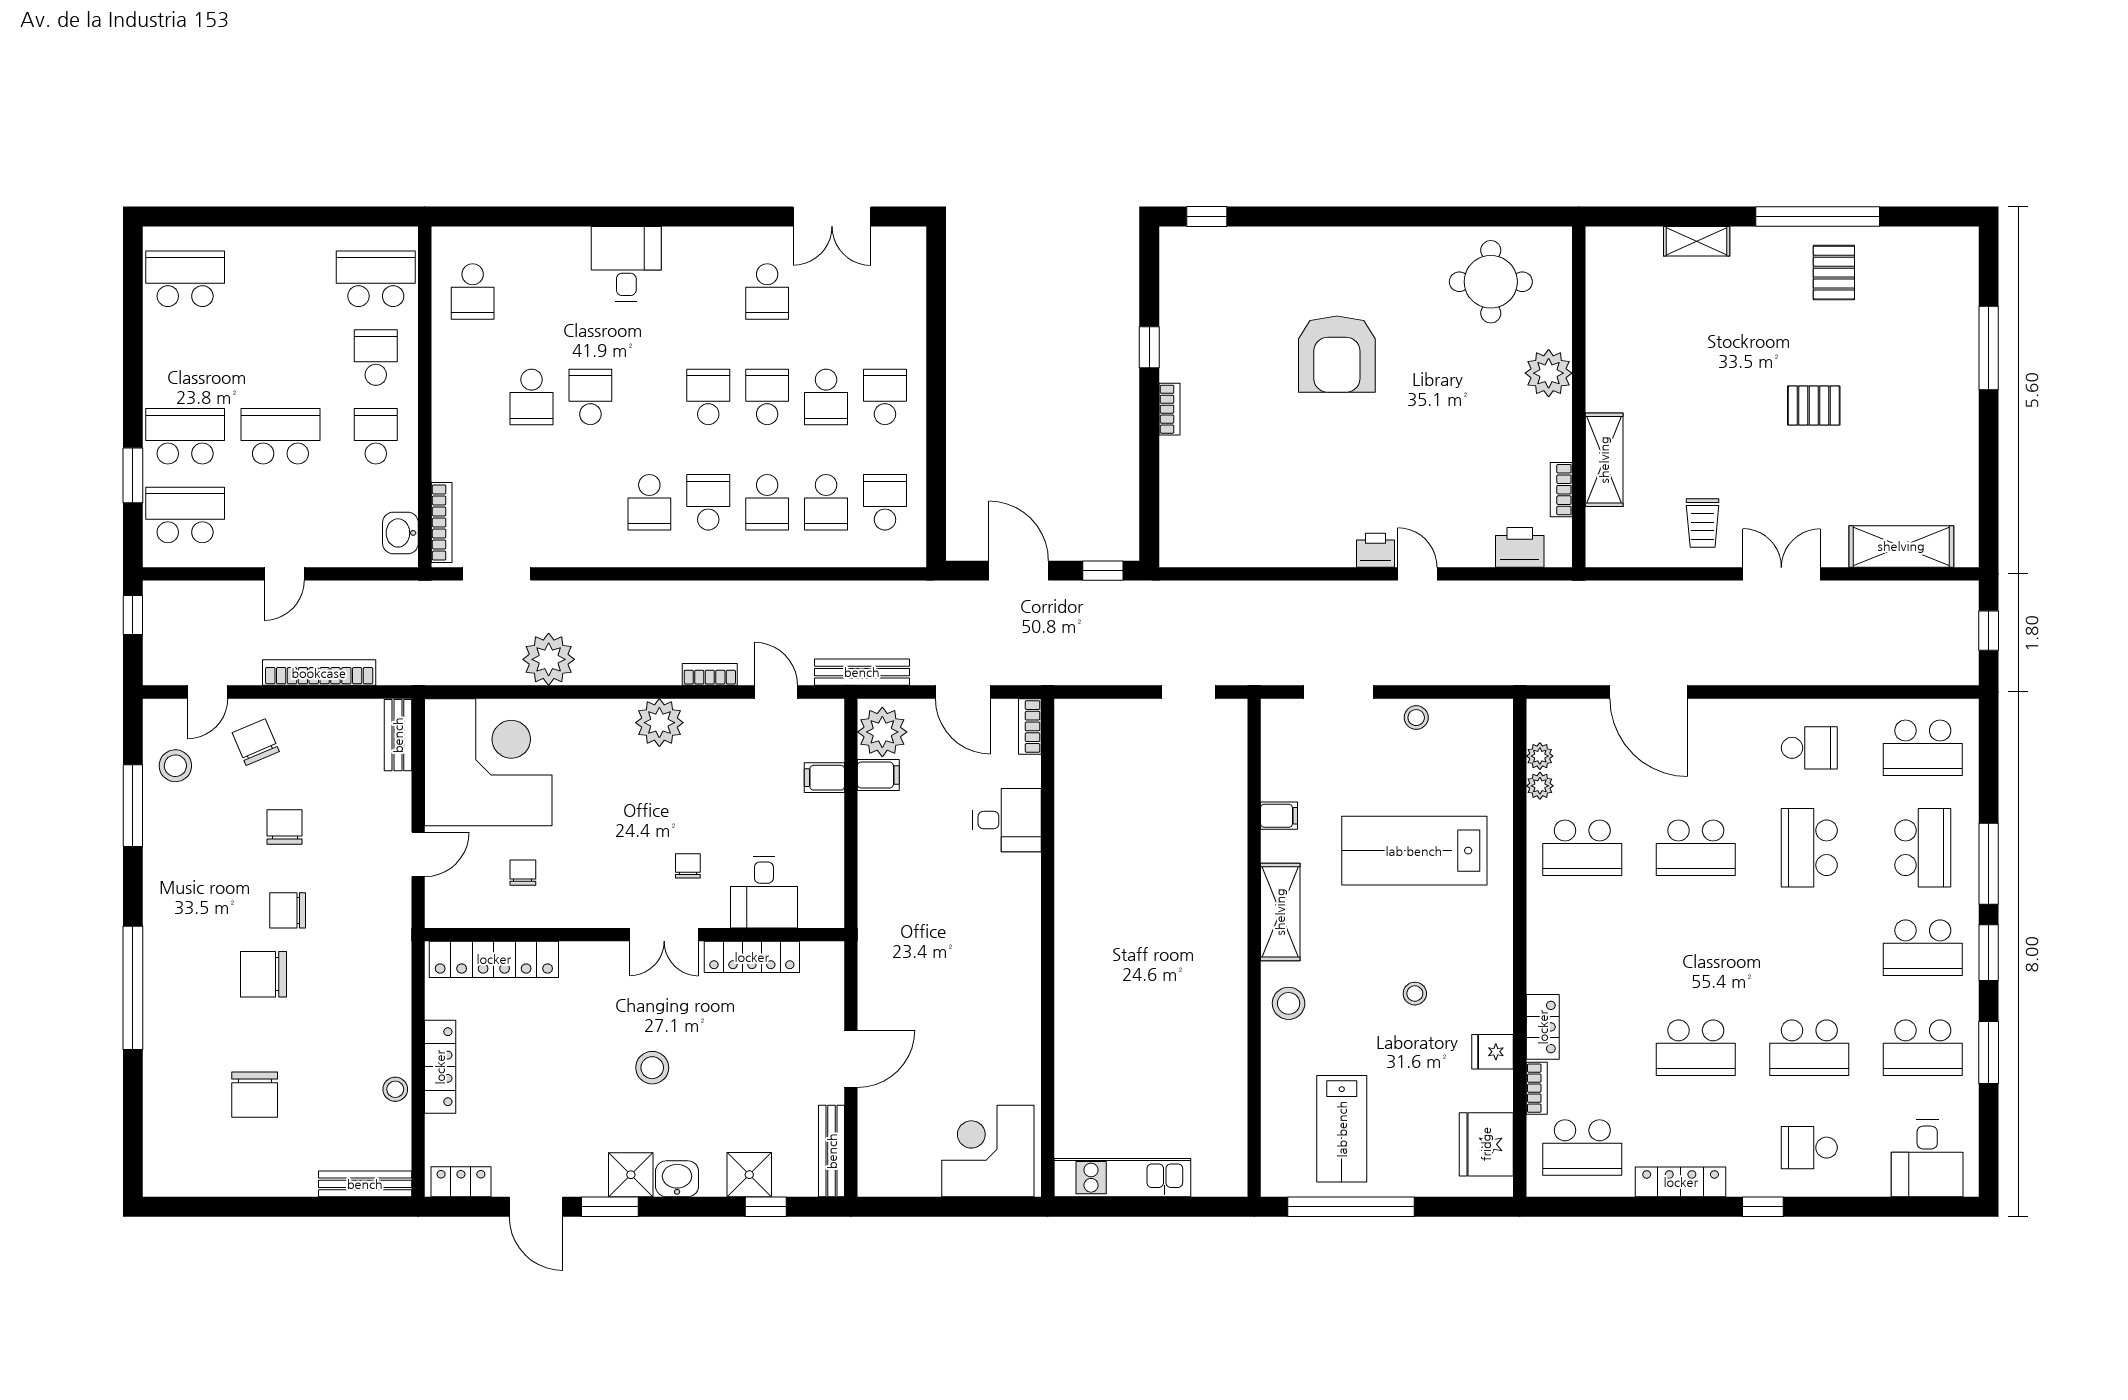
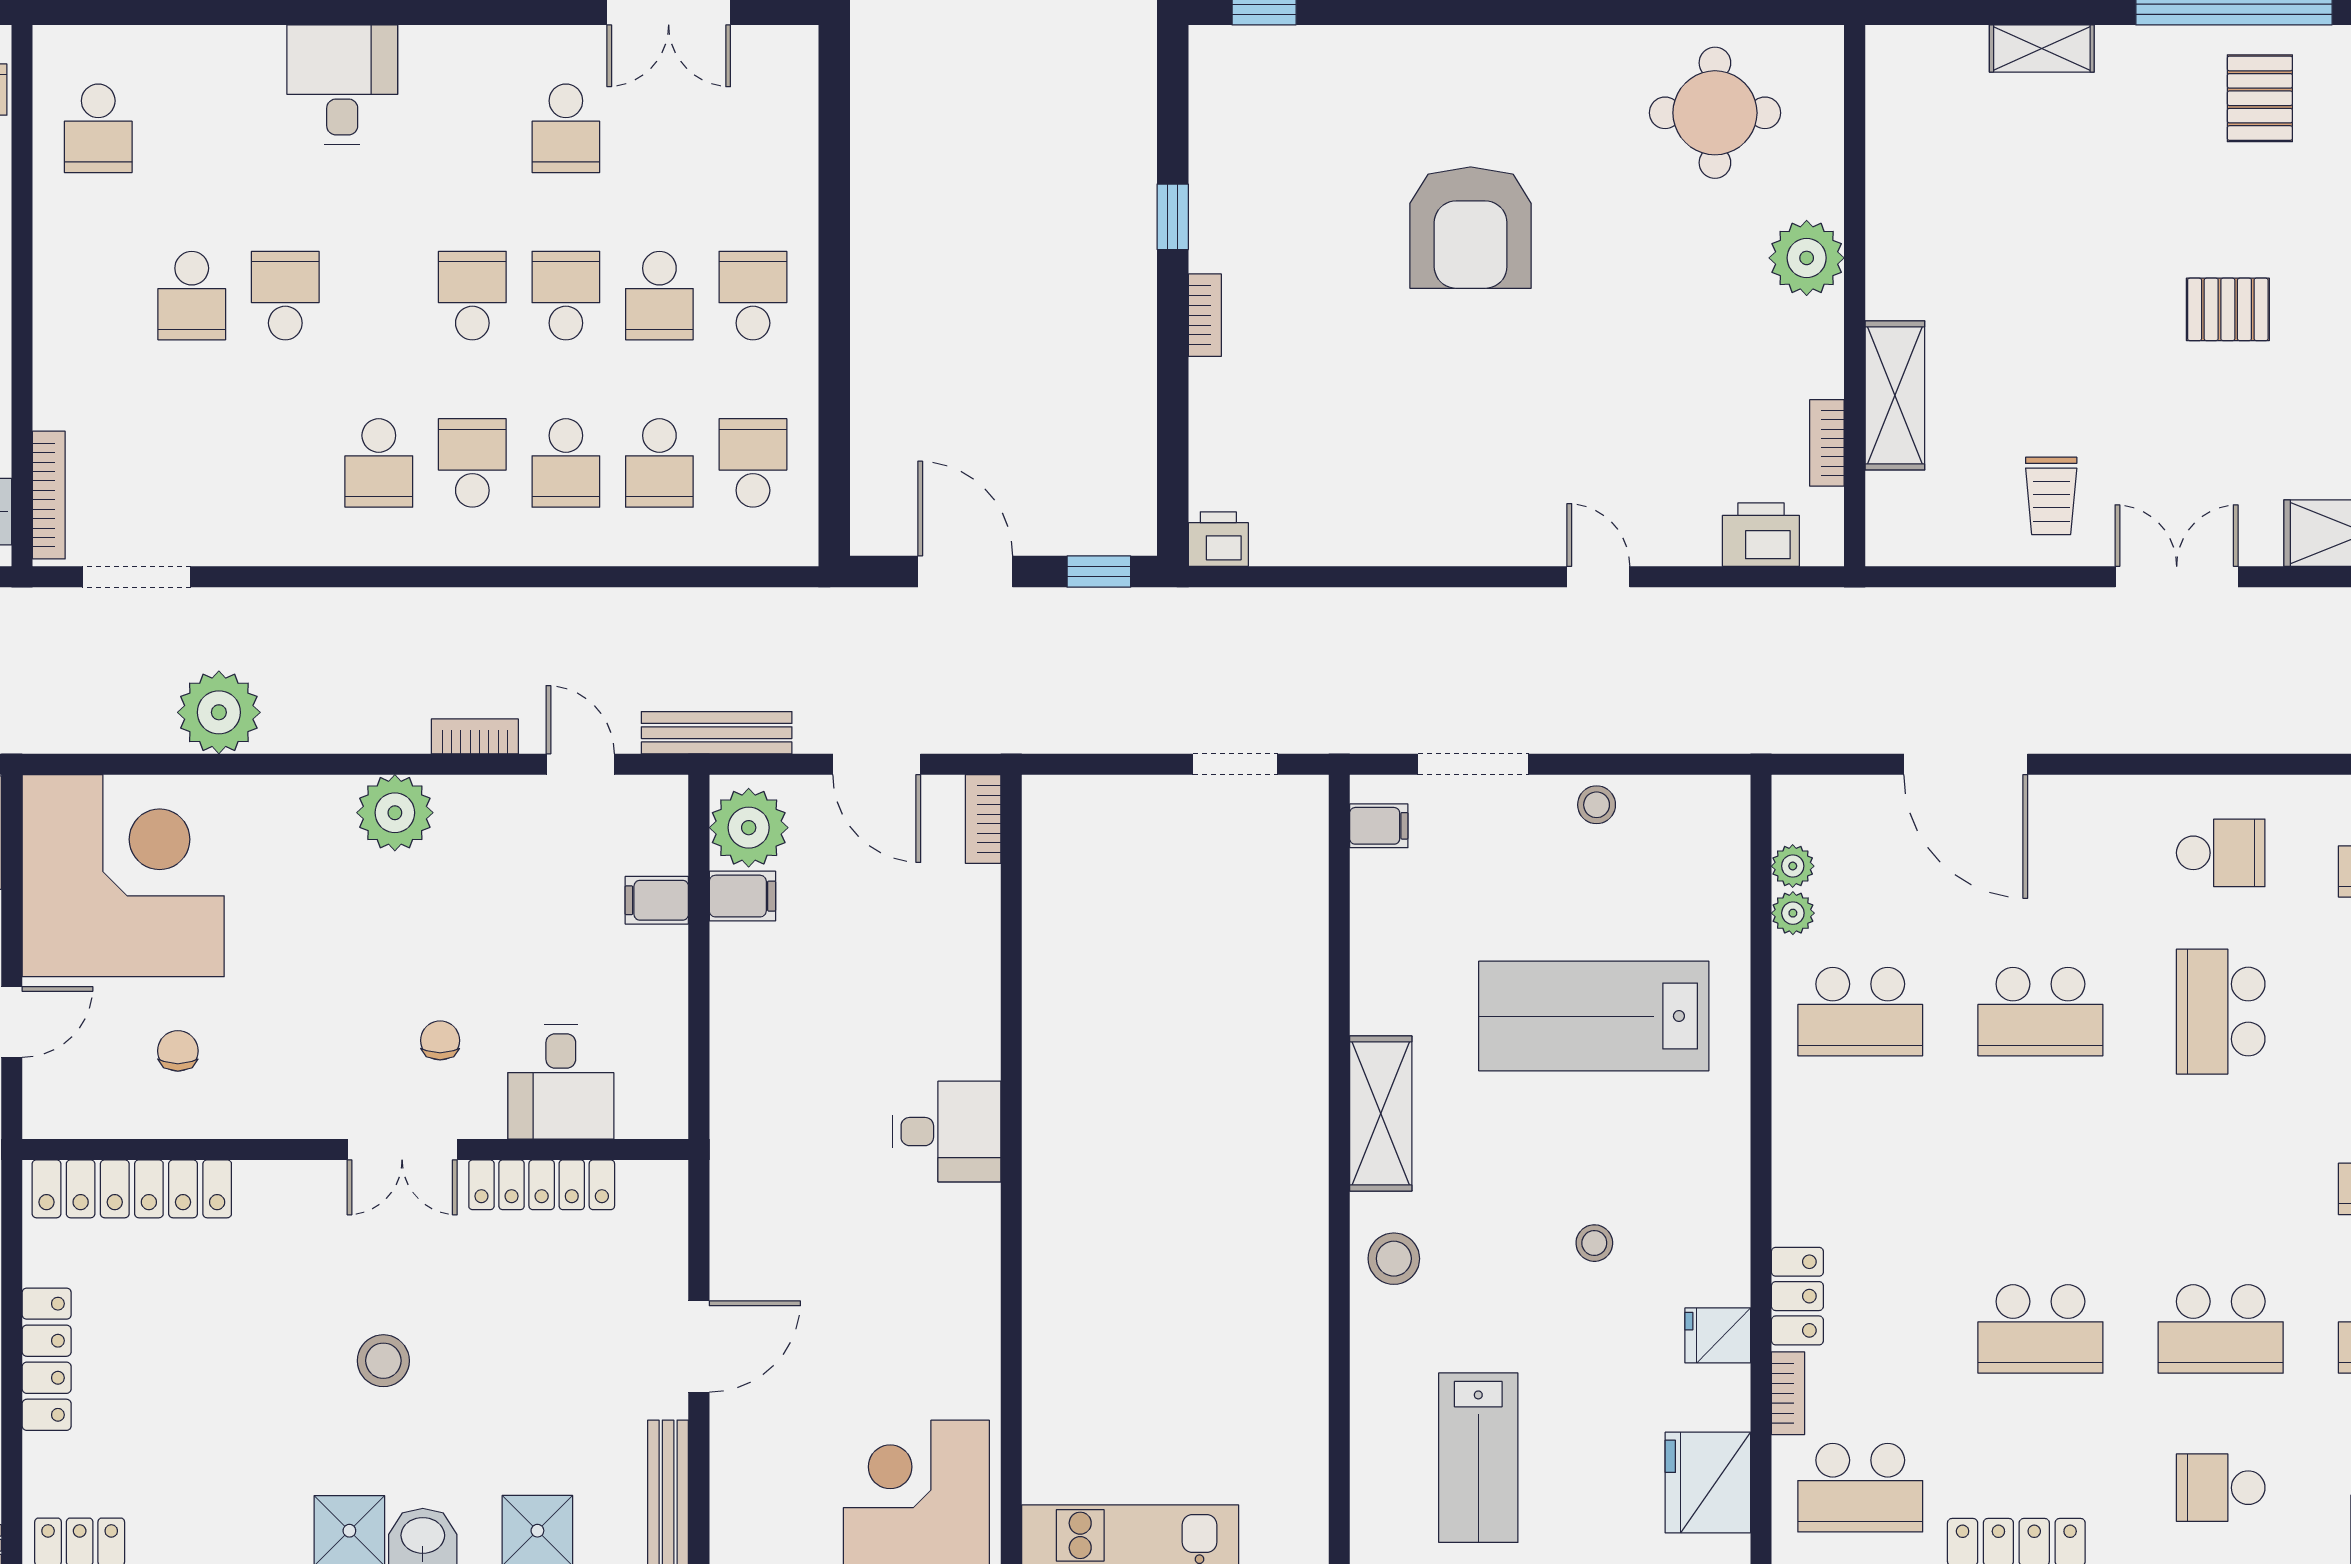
printer: (1376, 550) -> (1218, 539), moved
filing cabinet: (1279, 816) -> (1379, 826), moved
desk: (1007, 820) -> (947, 1132), moved

